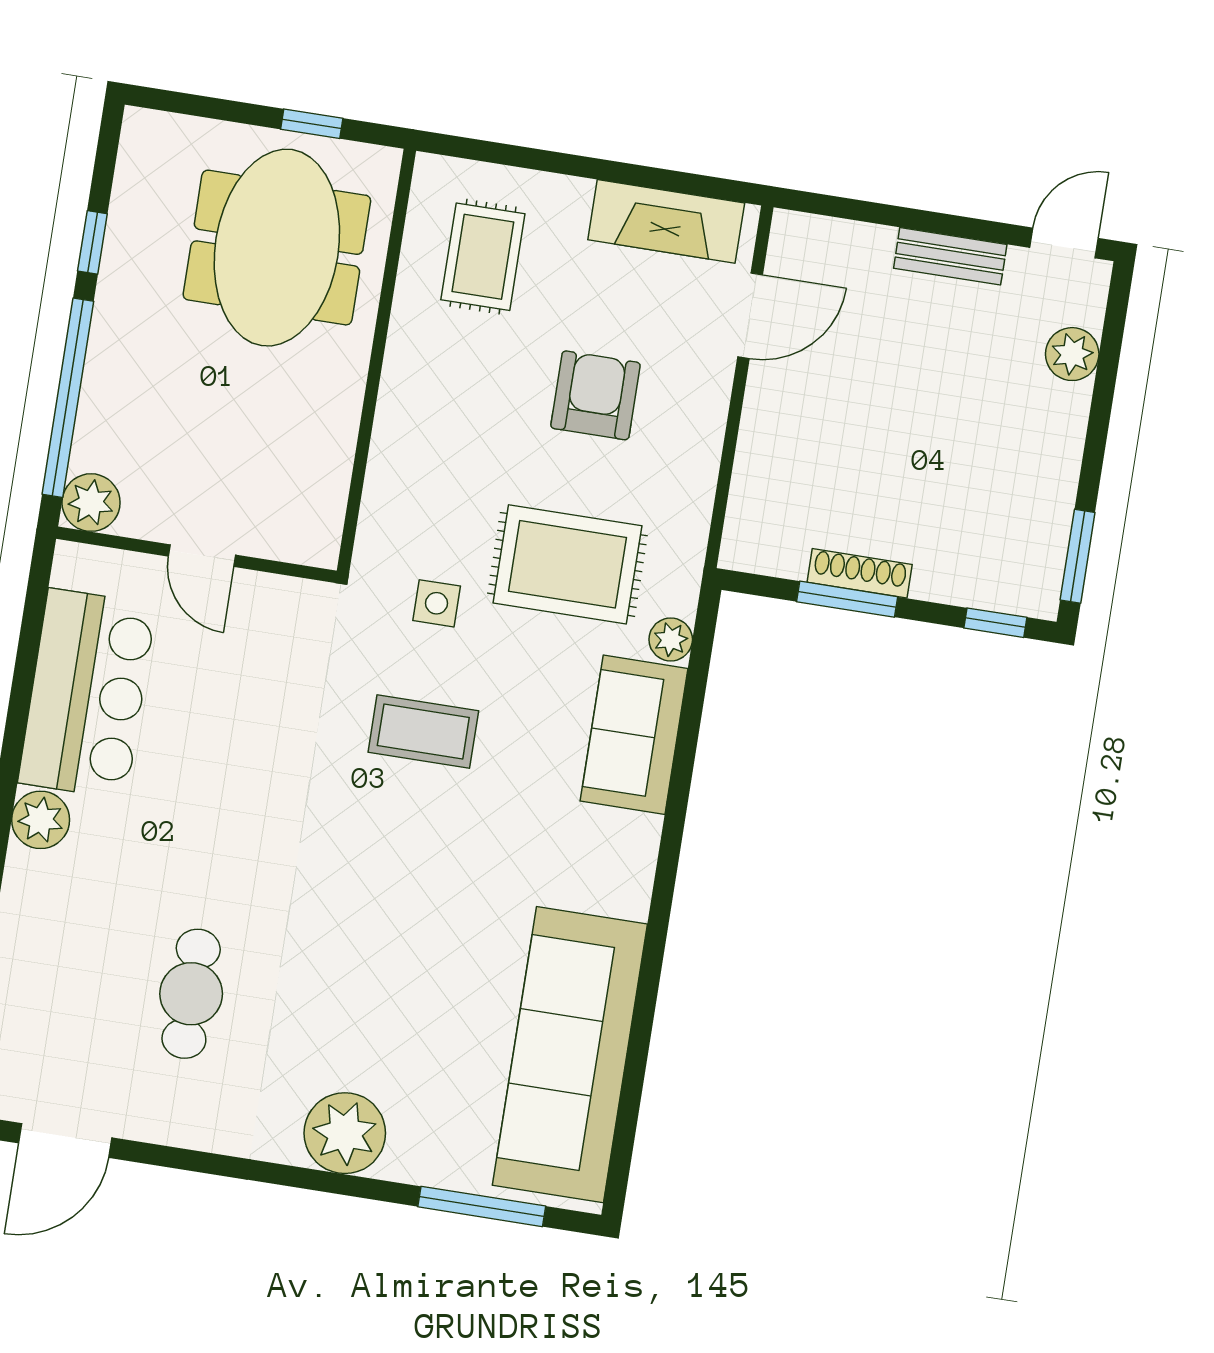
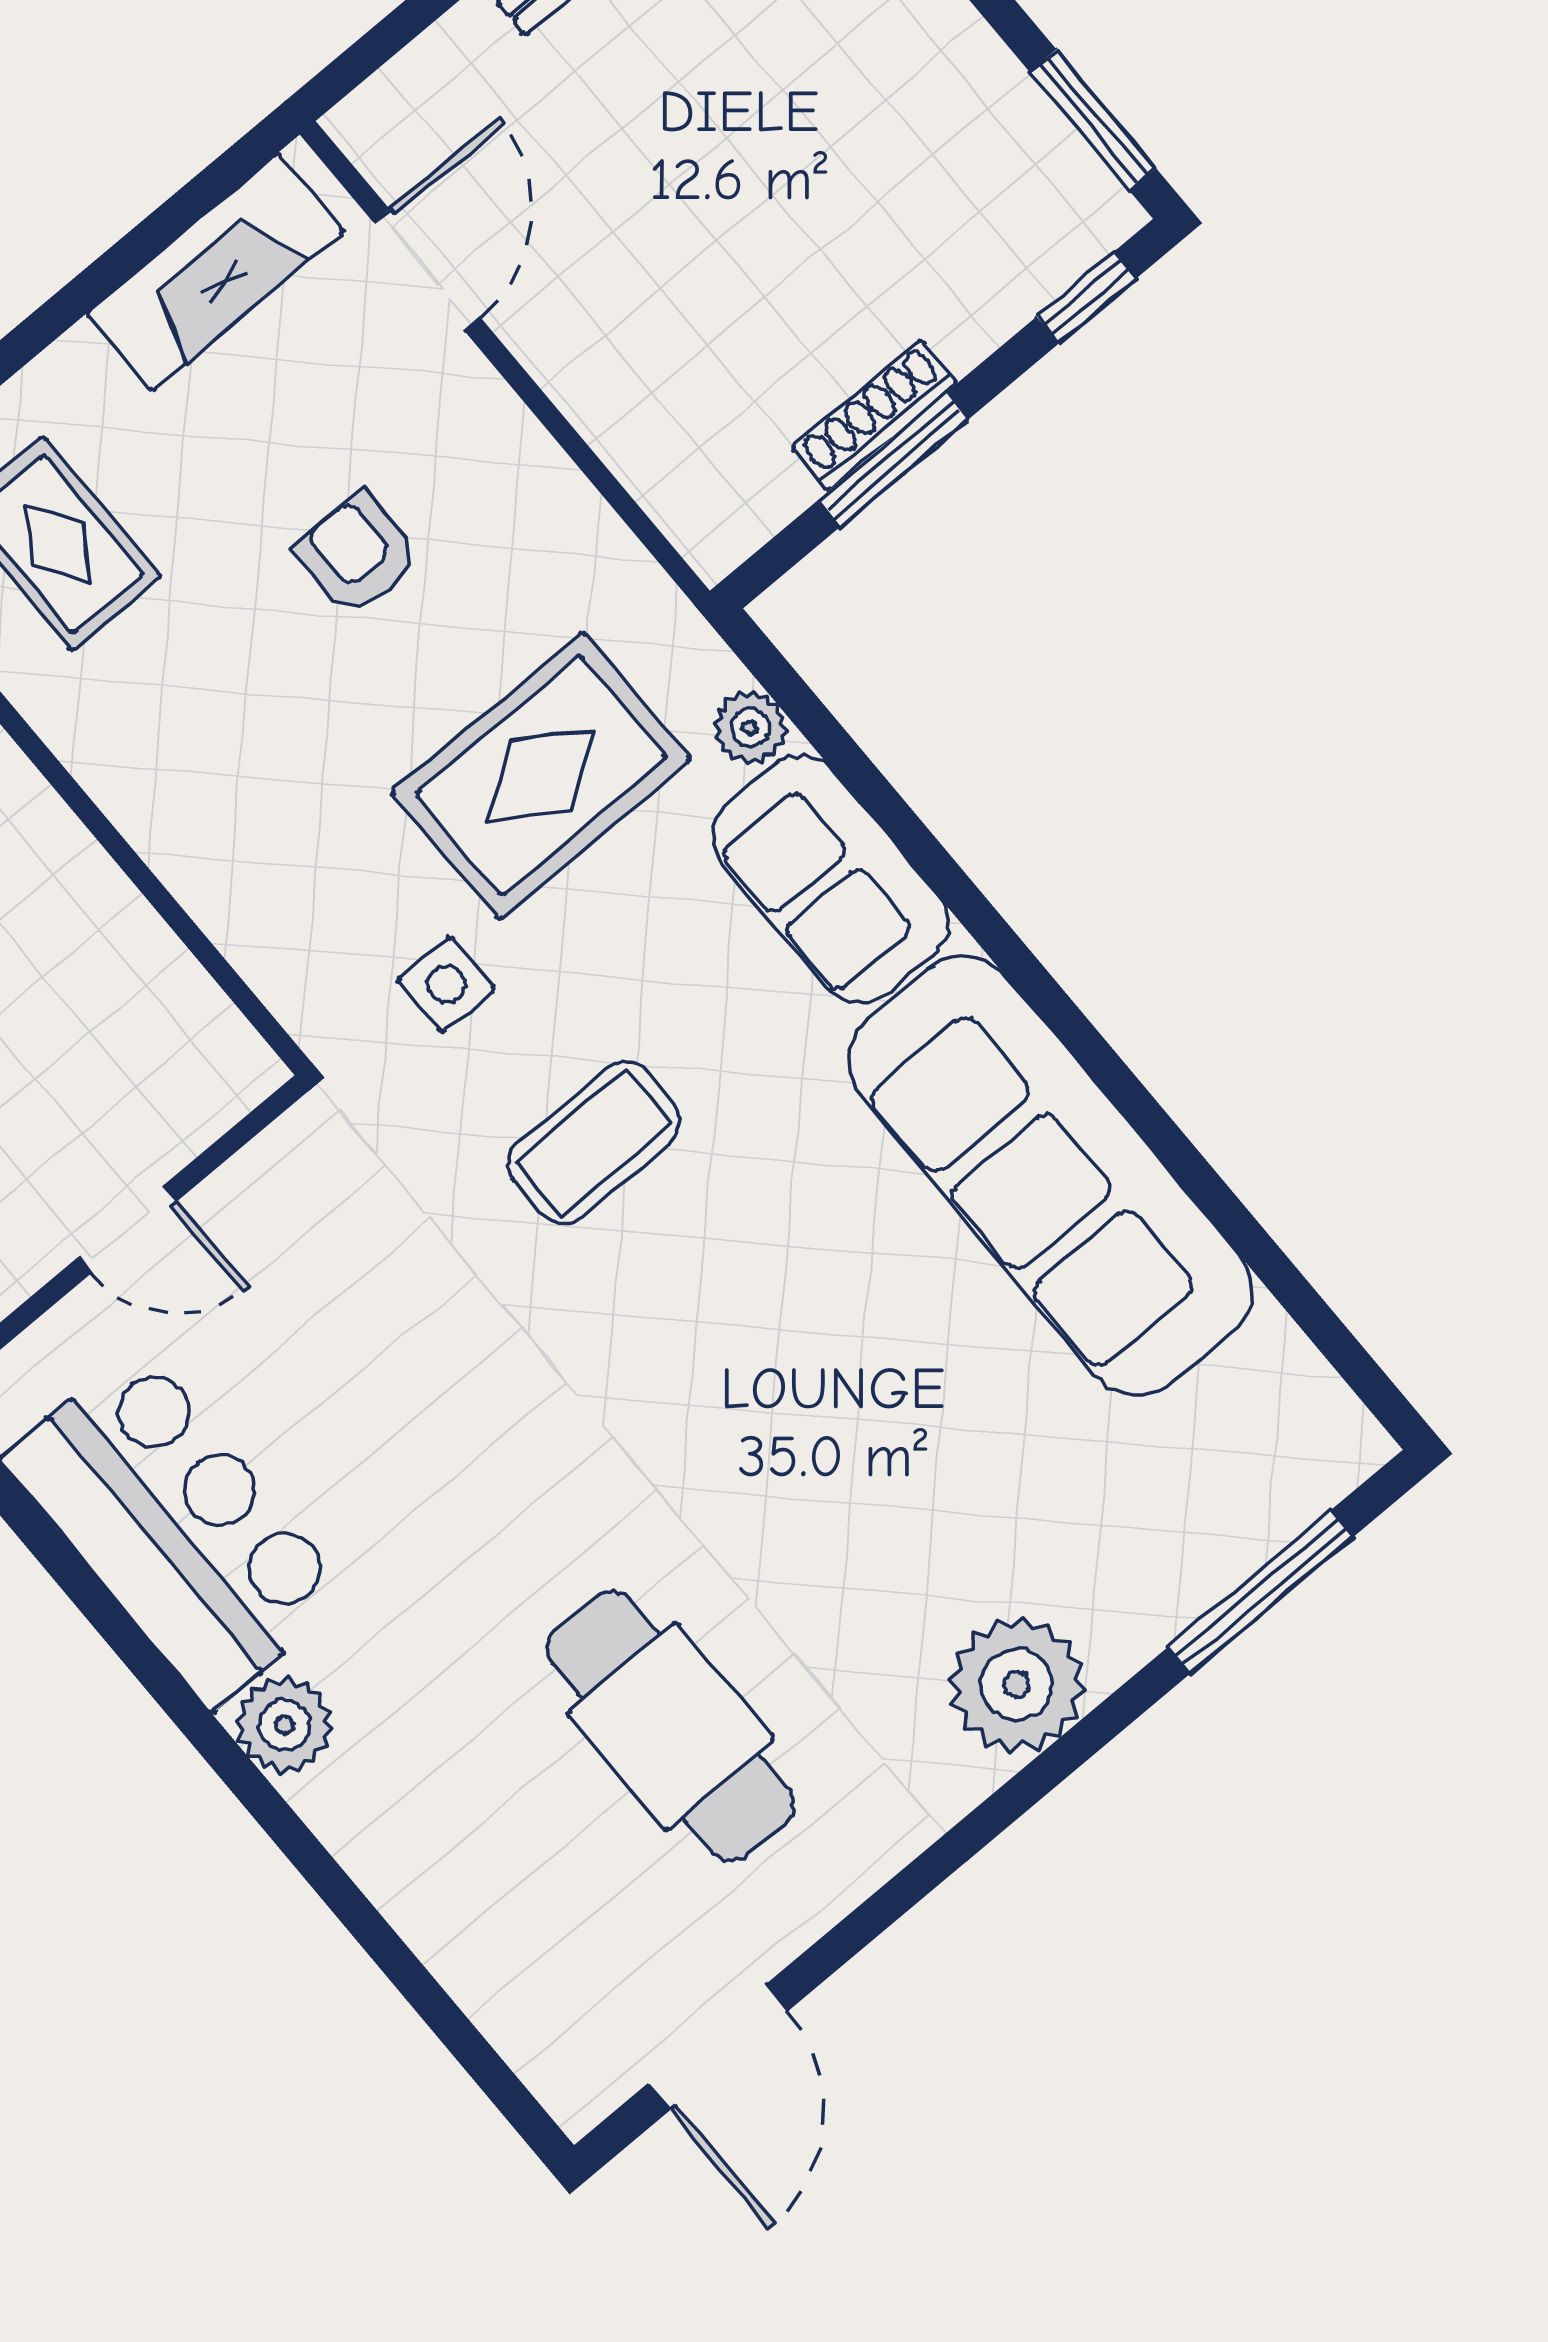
armchair: (595, 395) -> (358, 554), width x0.72, depth x0.72
cafe table: (191, 994) -> (671, 1726), width x1.37, depth x1.35
sofa: (570, 1055) -> (1050, 1176), moved

